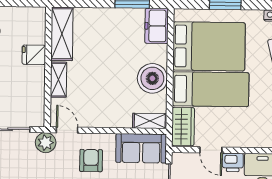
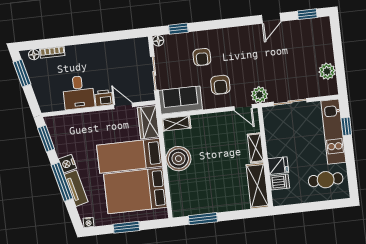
freezer: (157, 26) -> (181, 202), removed
dishwasher: (35, 35) -> (280, 182), added

